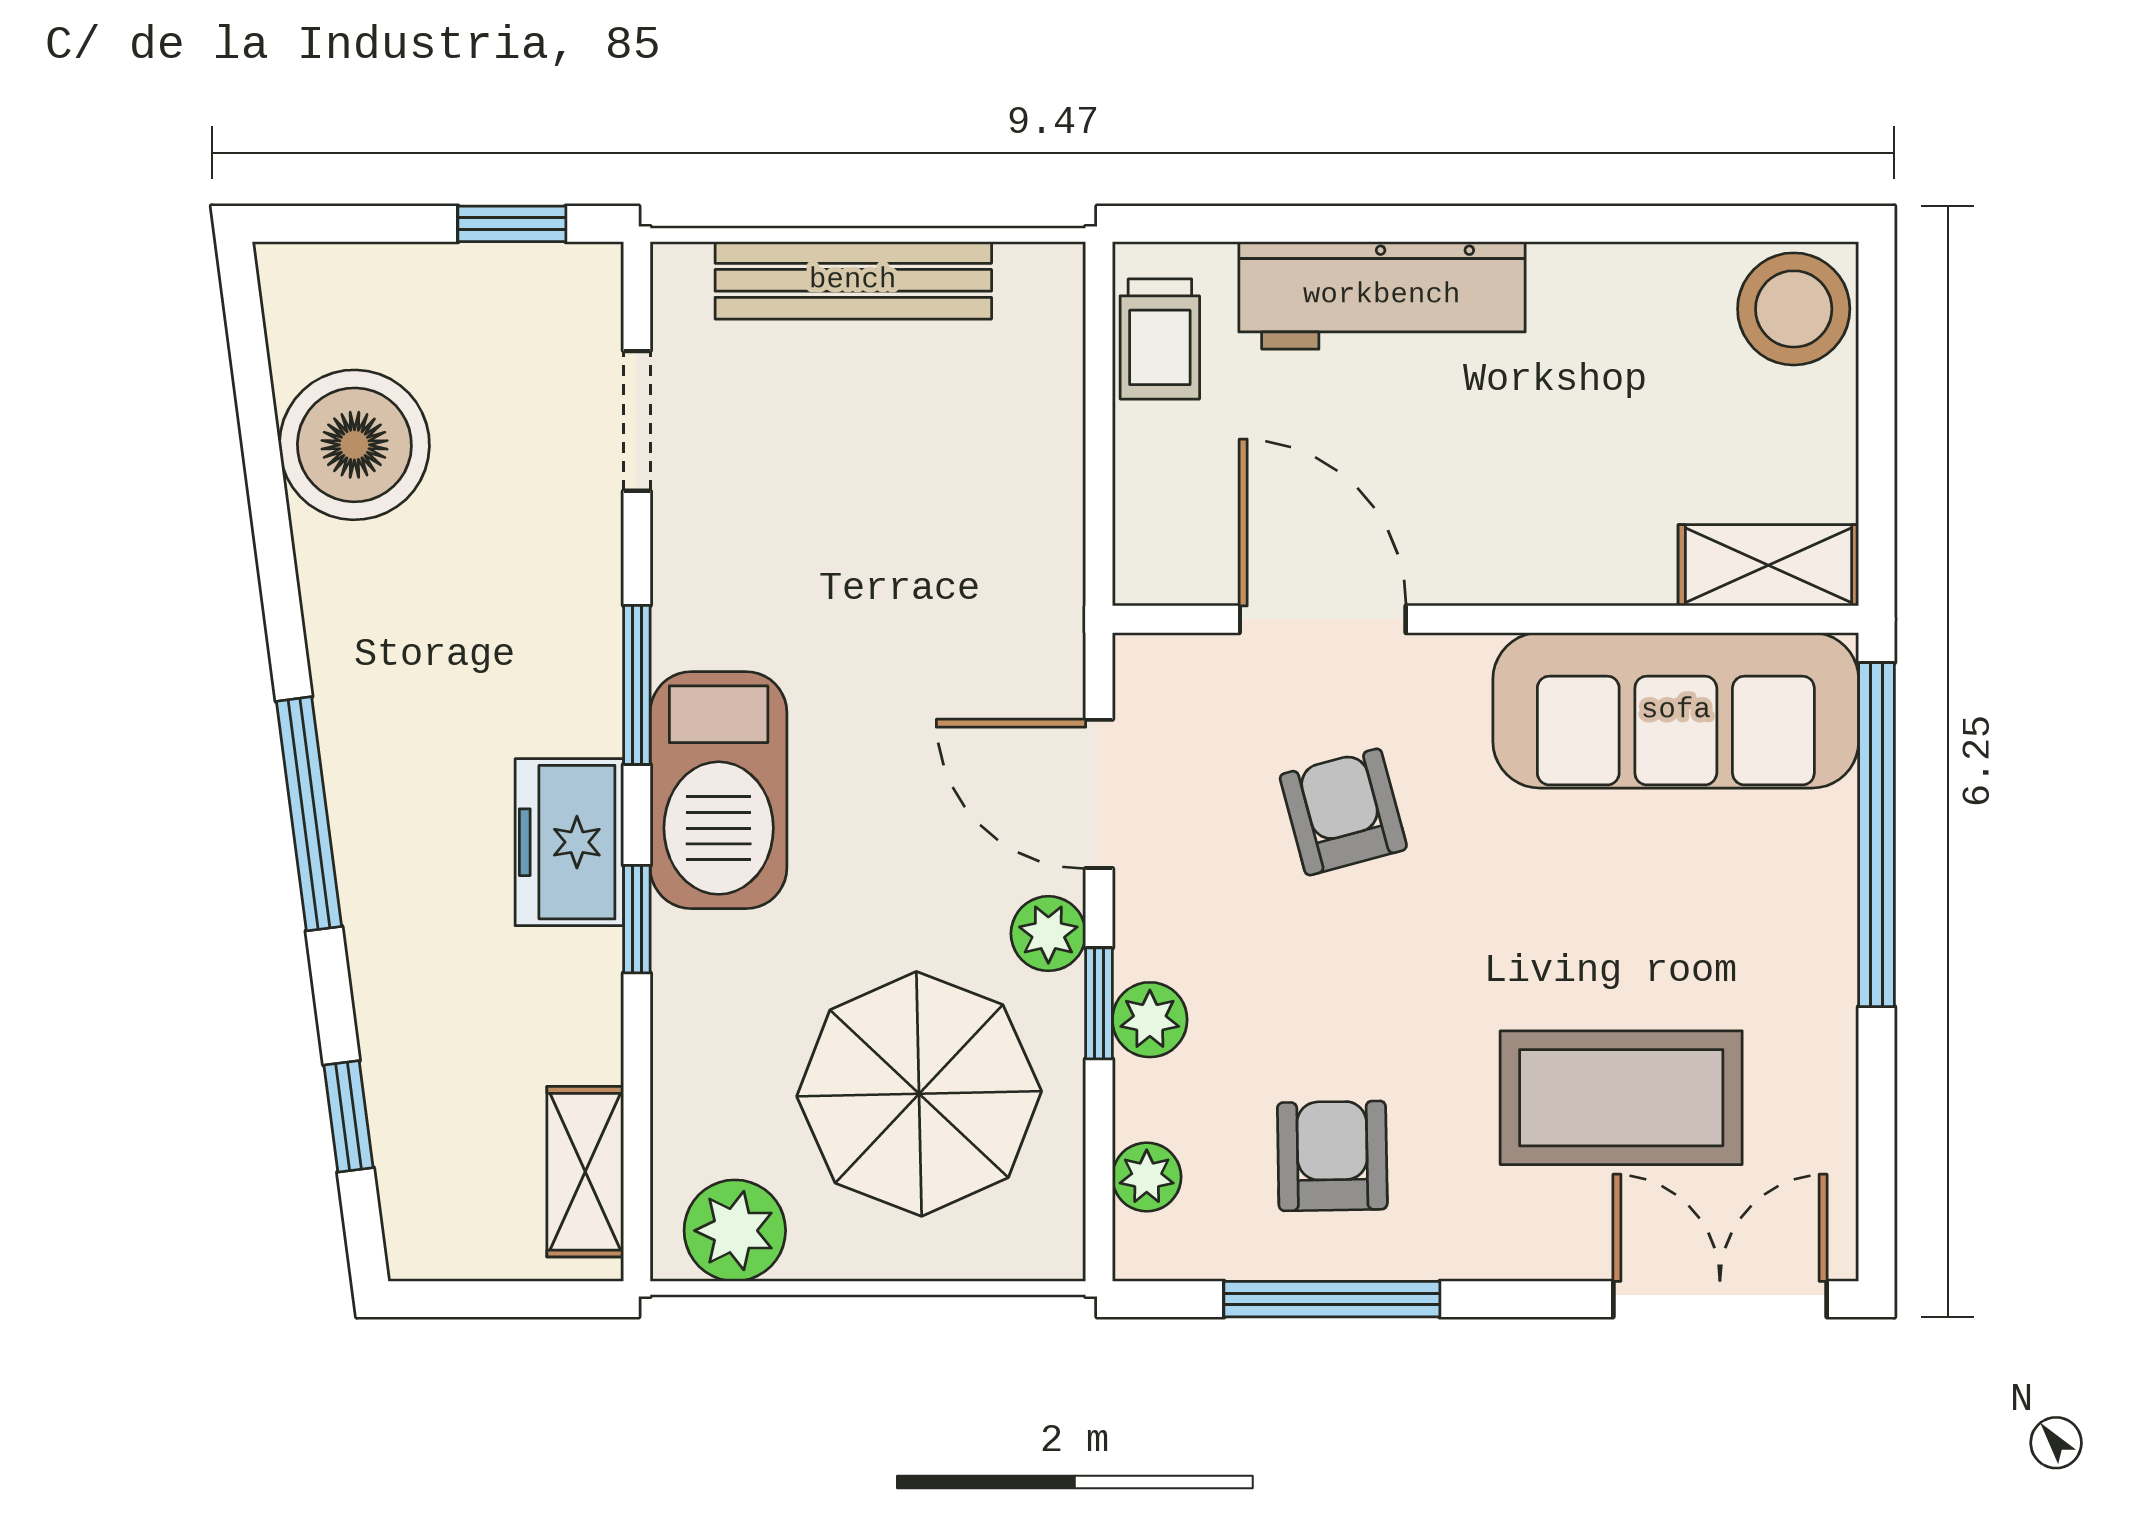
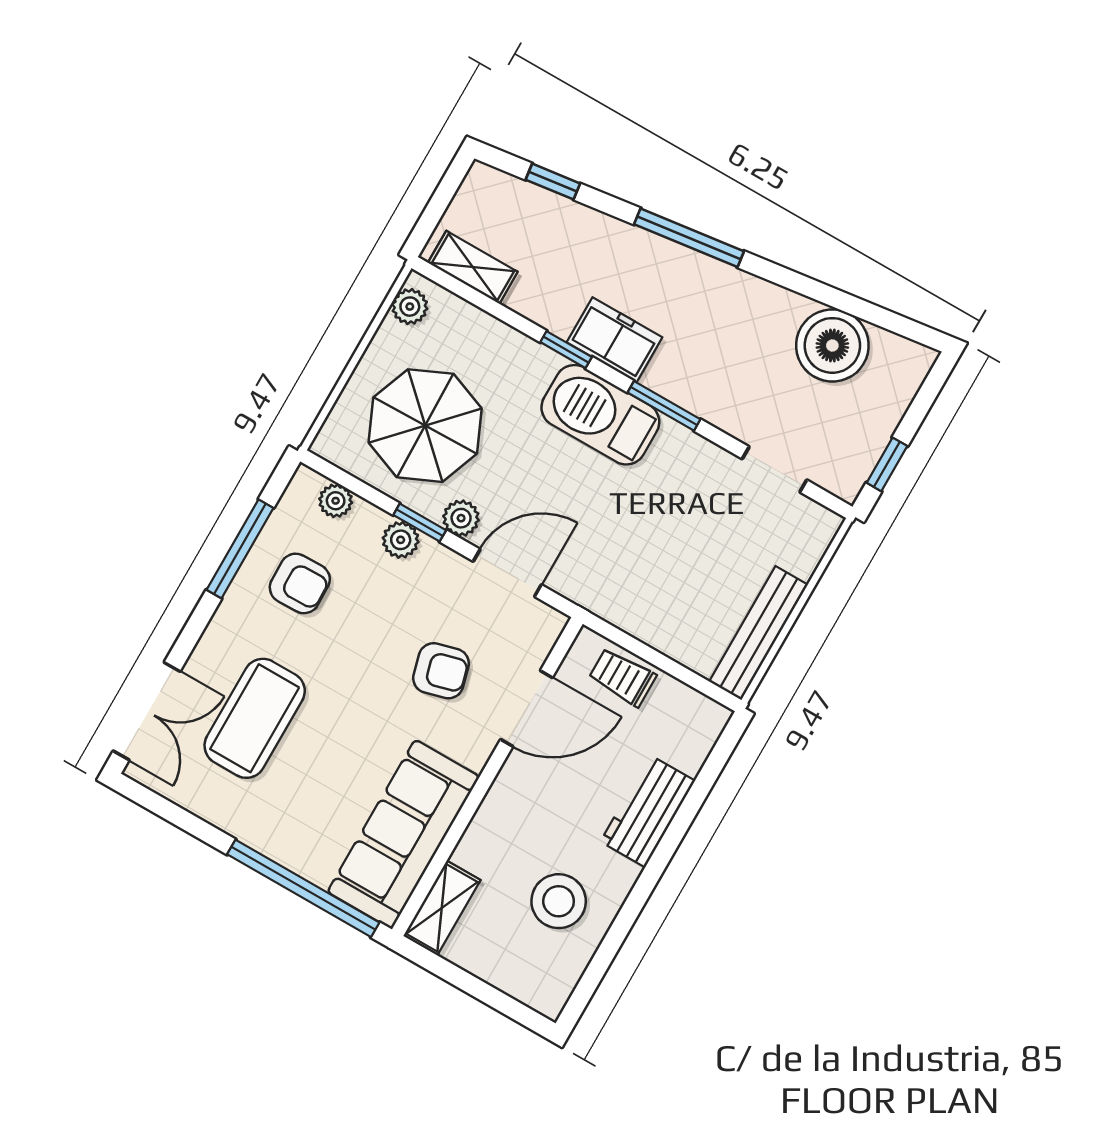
bench: (853, 280) -> (759, 633), moved
workbench: (1382, 295) -> (648, 811), width x0.73
stool: (1794, 309) -> (559, 901), moved
trolley: (1160, 339) -> (622, 677), moved
plant: (735, 1231) -> (410, 307), width x0.73, depth x0.73

